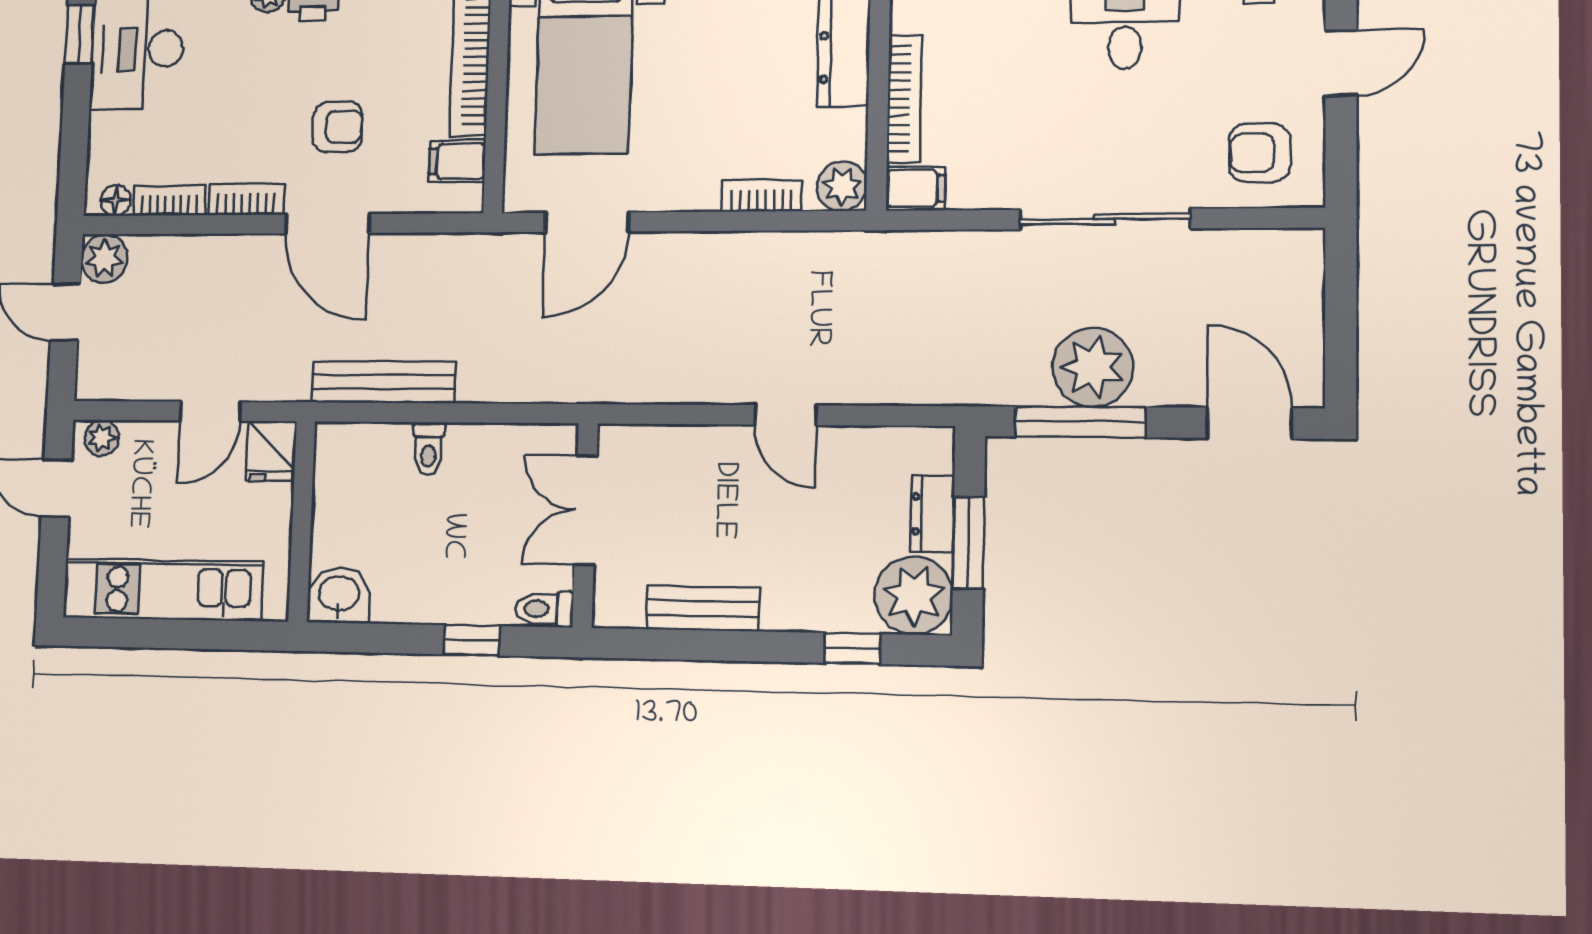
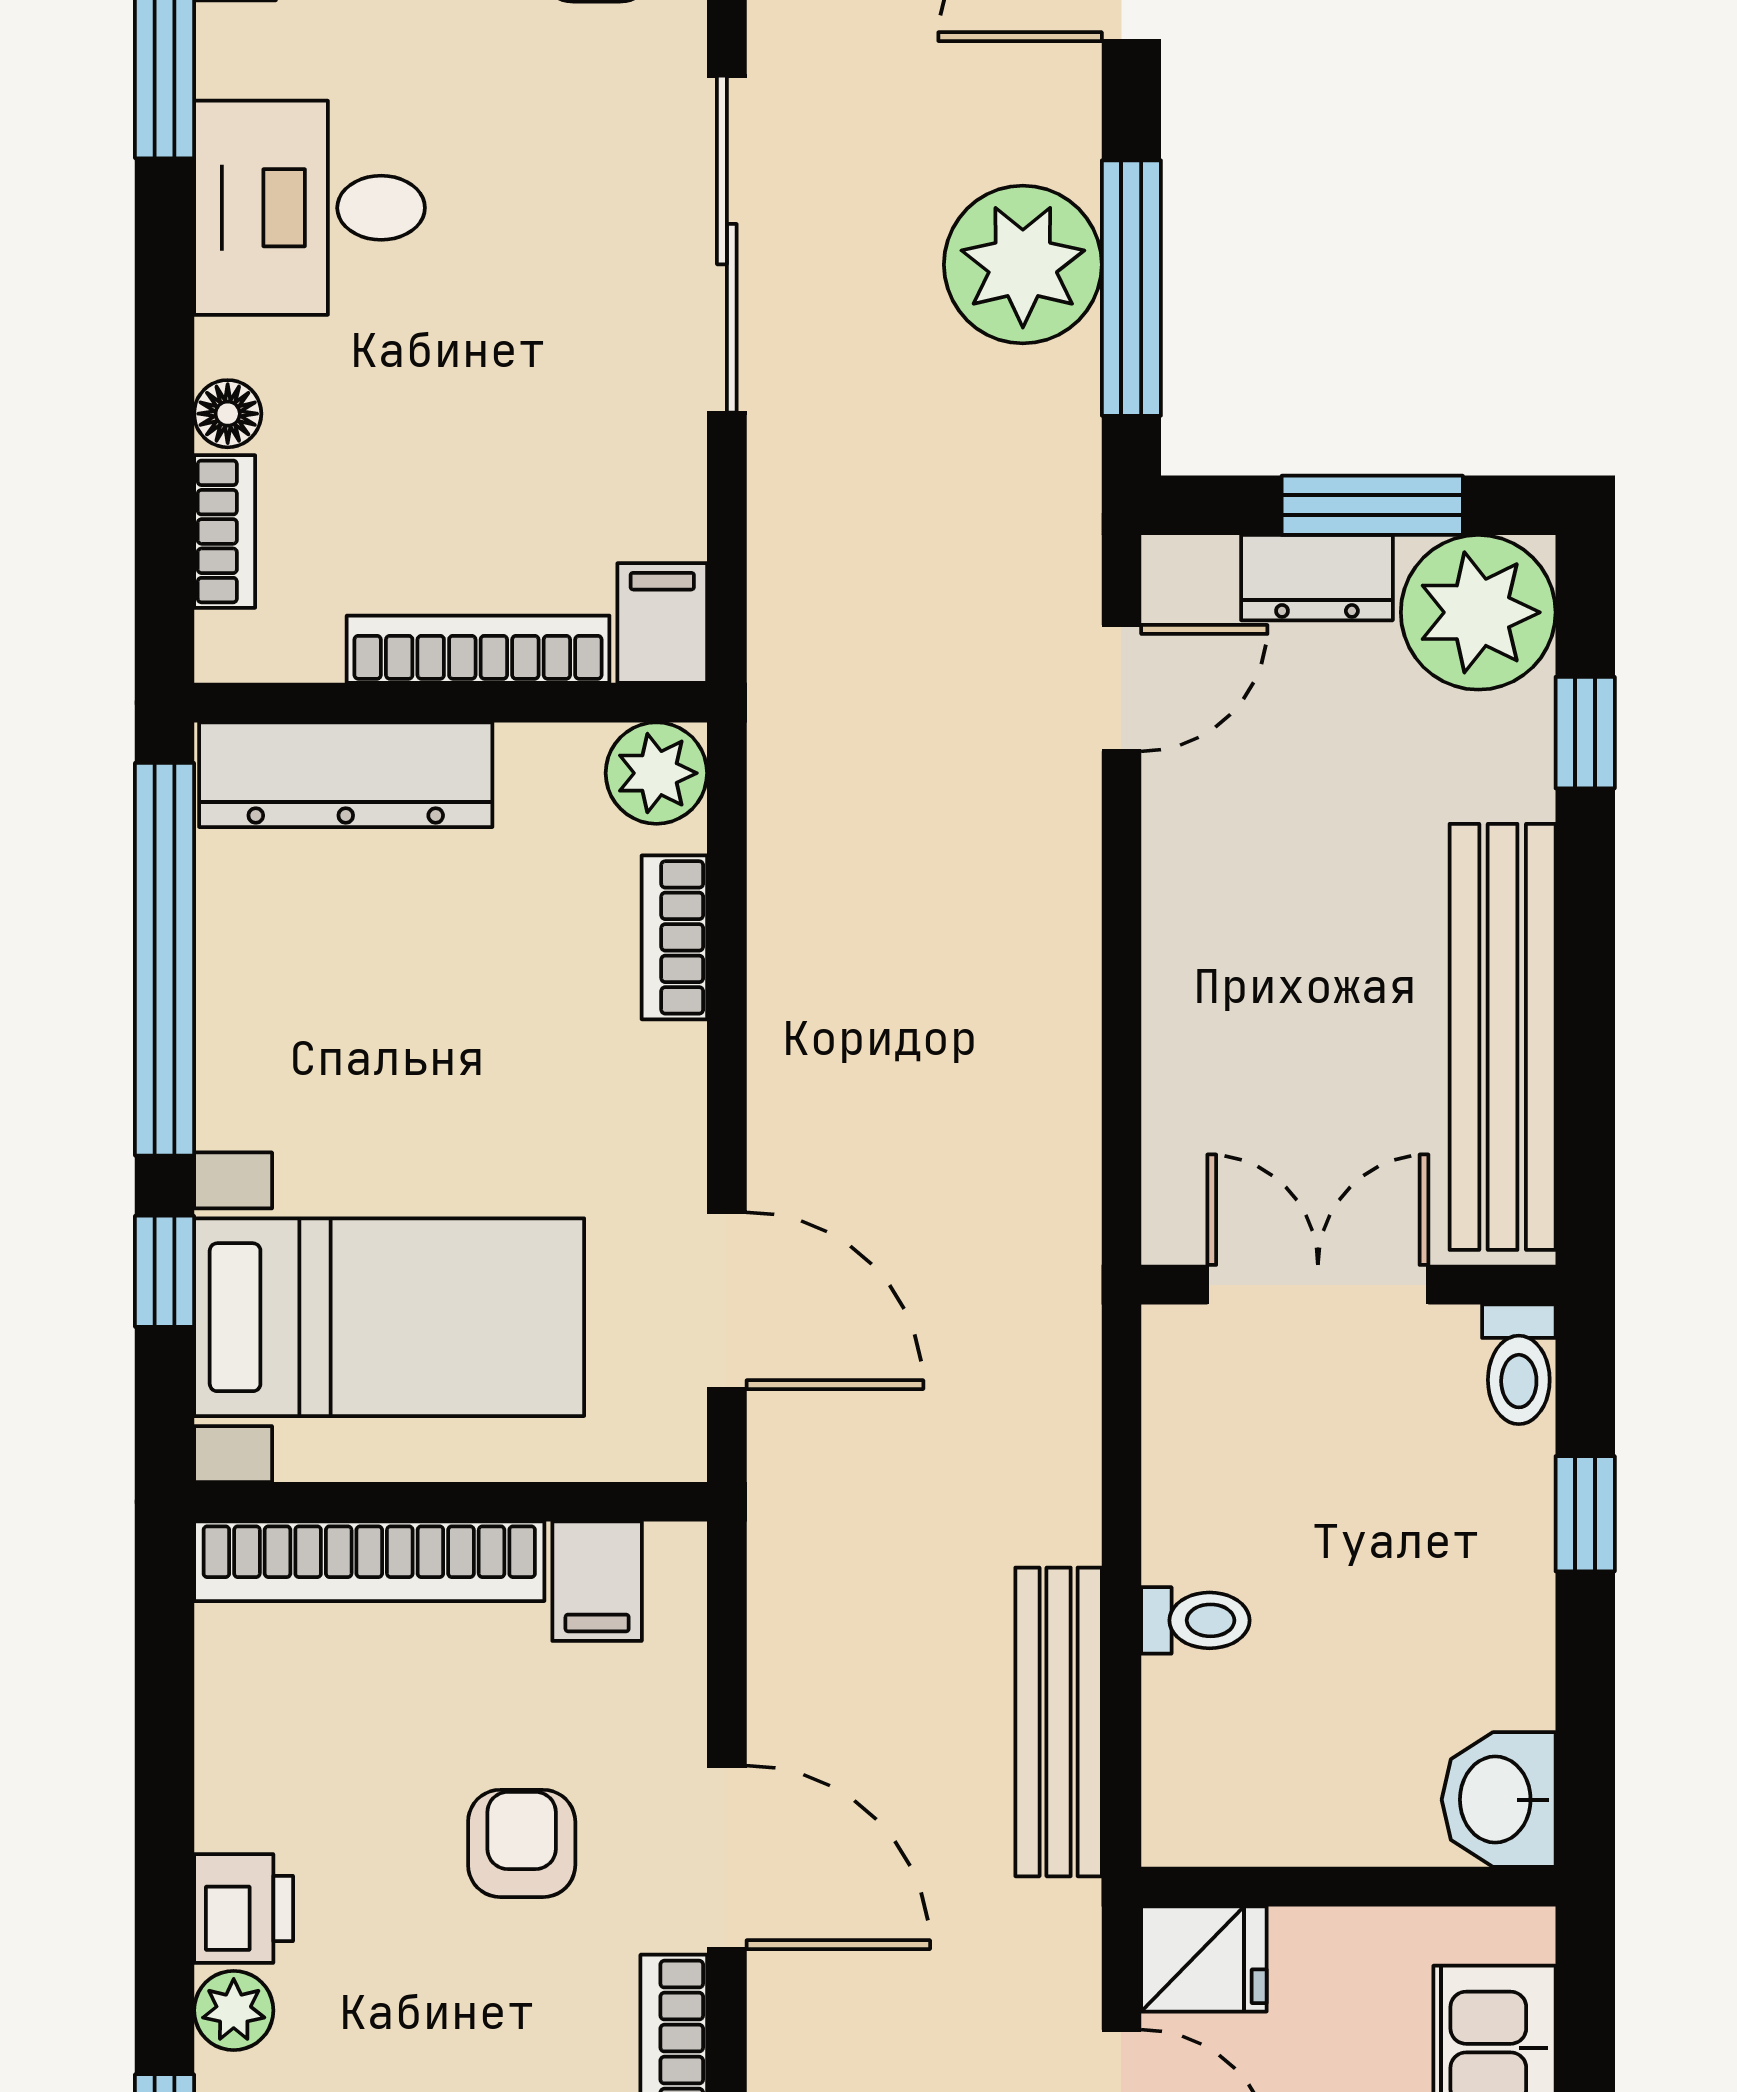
door: (327, 224) -> (727, 1857), hinge flipped
door: (786, 415) -> (1121, 688), moved
double door: (586, 510) -> (1318, 1285), swing flipped
bench: (703, 609) -> (1503, 1037), width x1.86, depth x1.21

